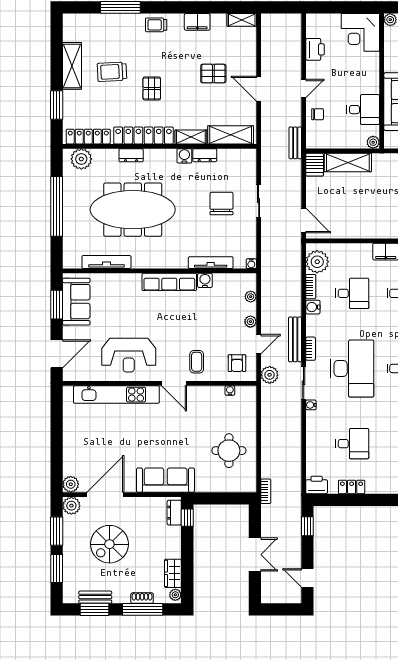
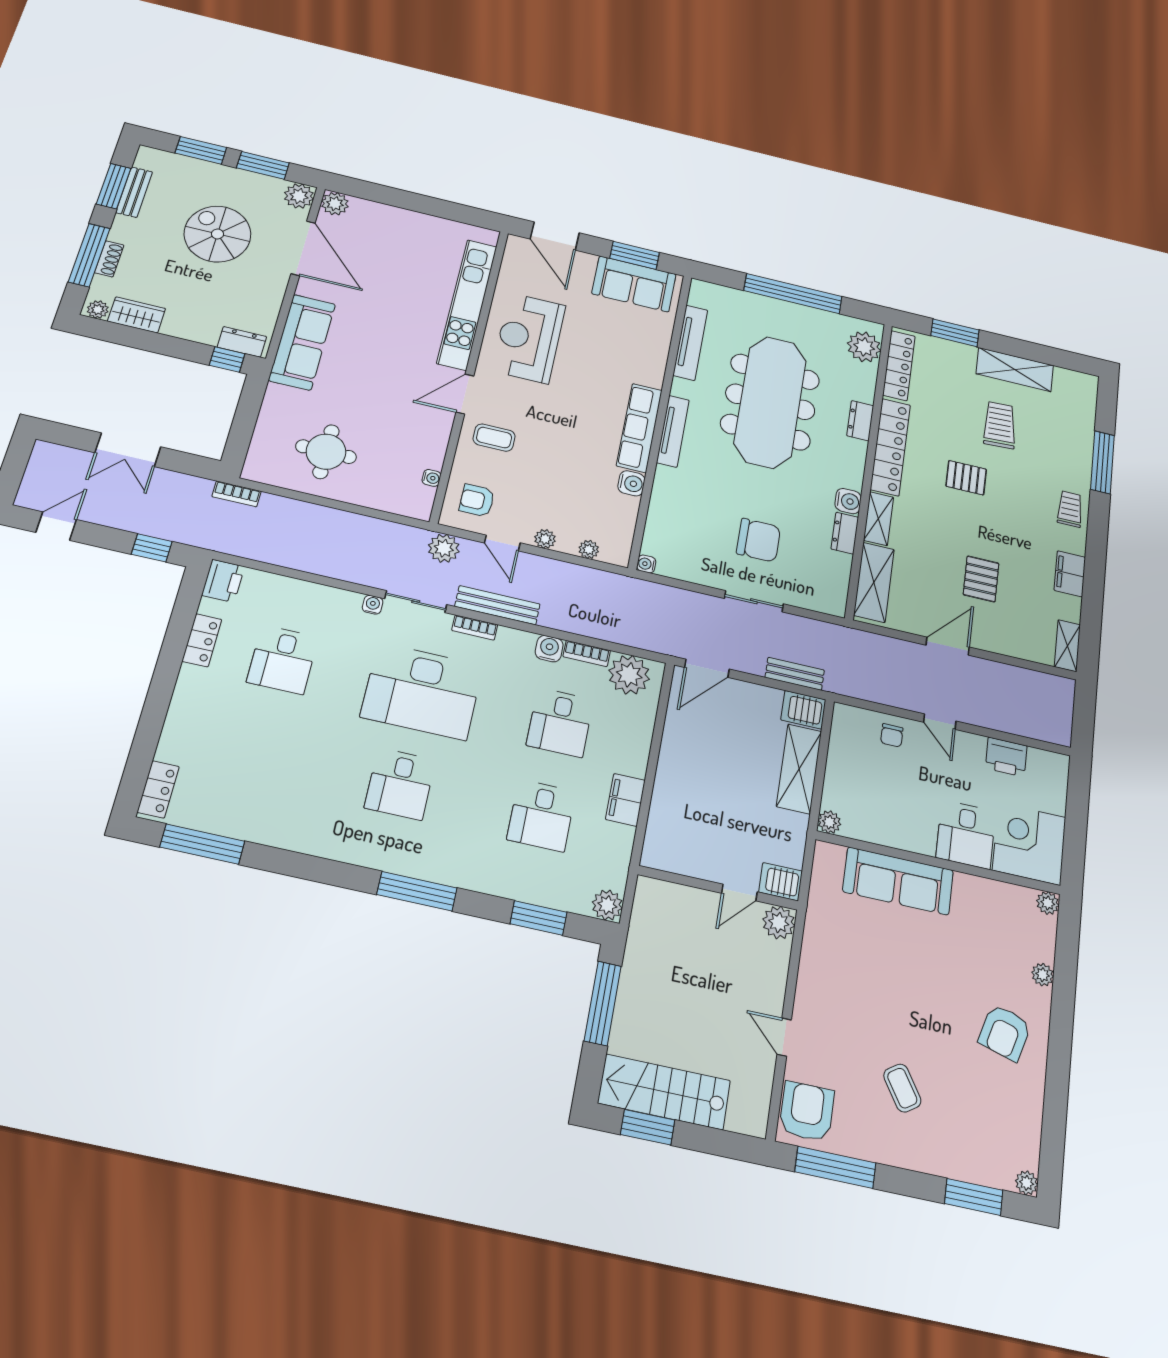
desk: (363, 110) -> (966, 834), moved
bench: (295, 143) -> (795, 674), moved
tv unit: (211, 263) -> (673, 431), moved

